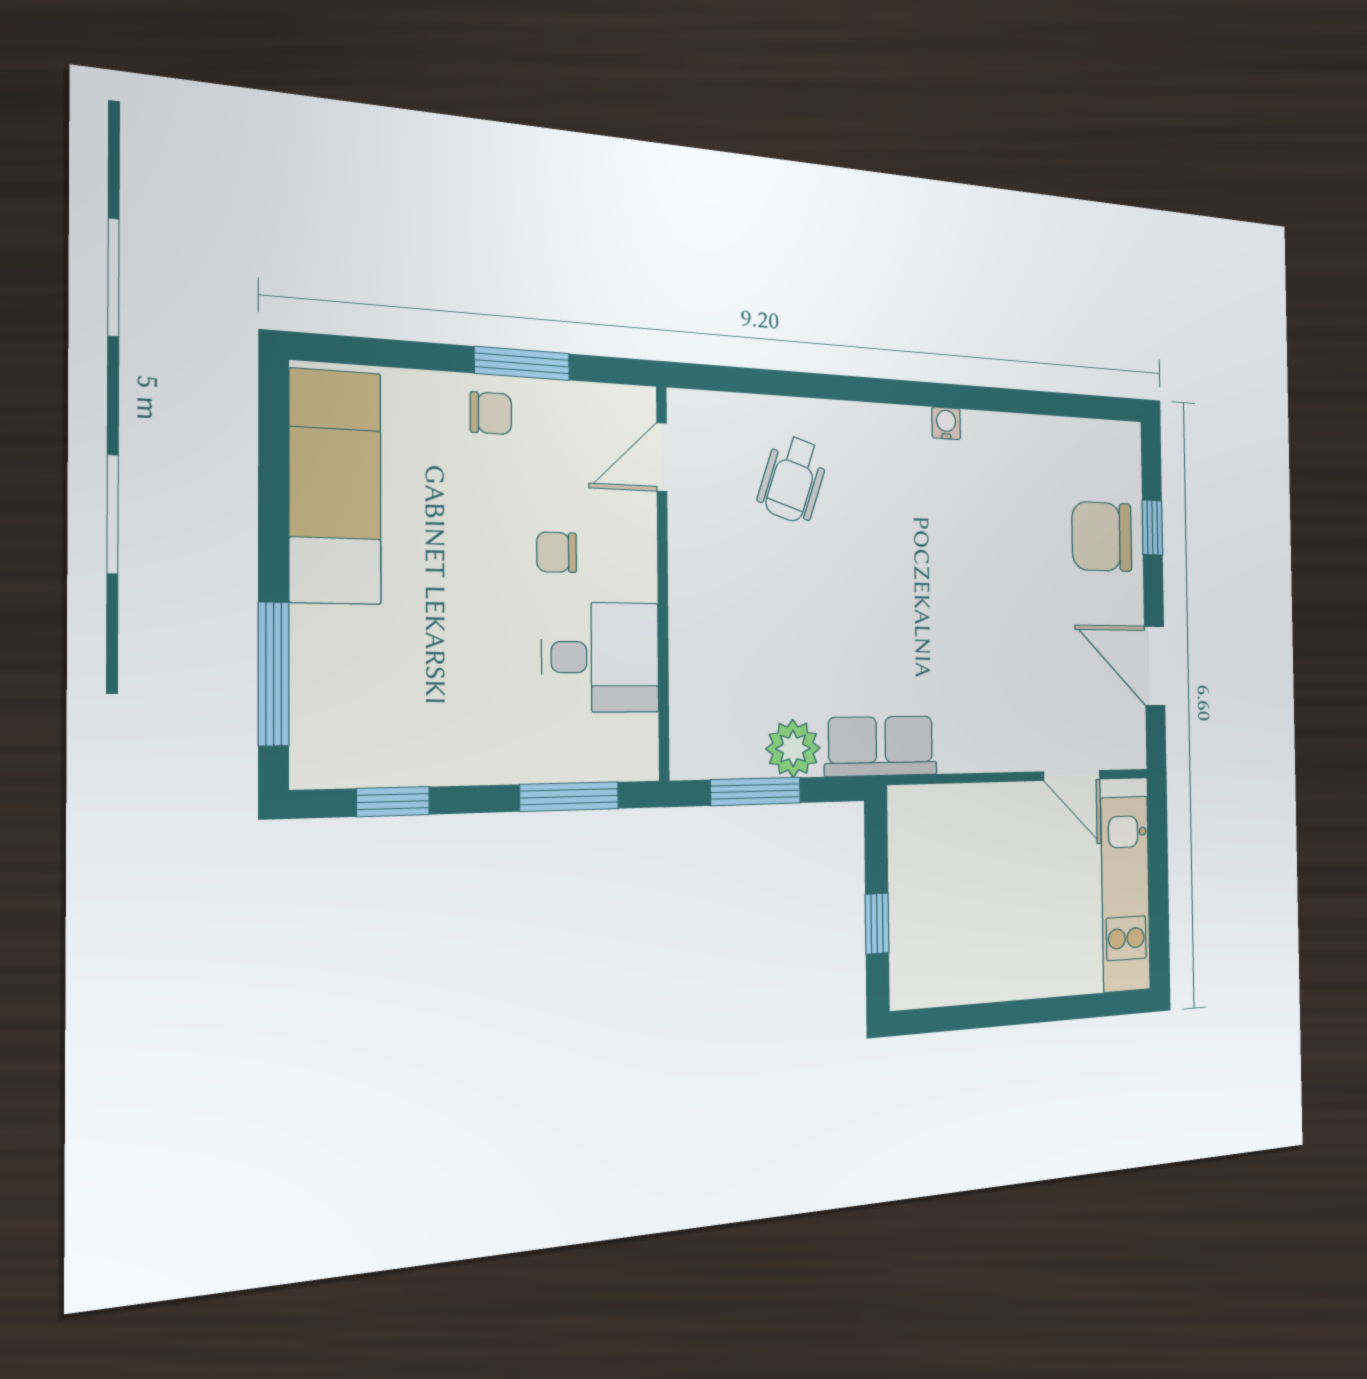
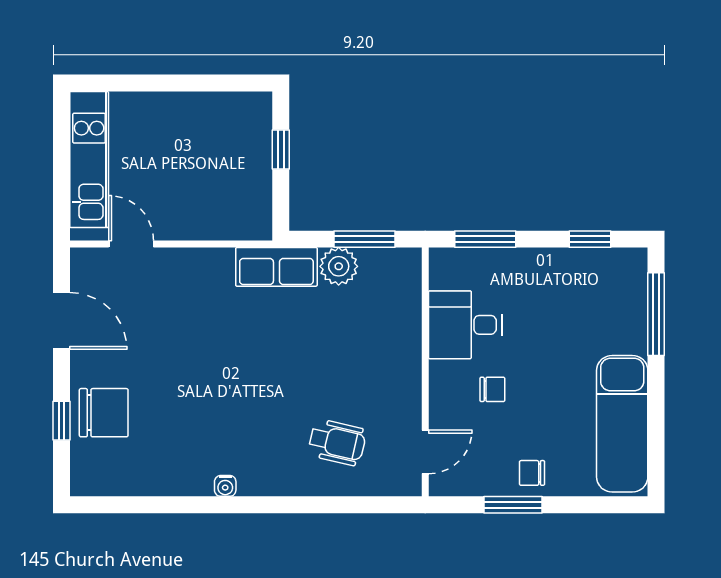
wheelchair: (793, 479) -> (337, 442), turned 85

